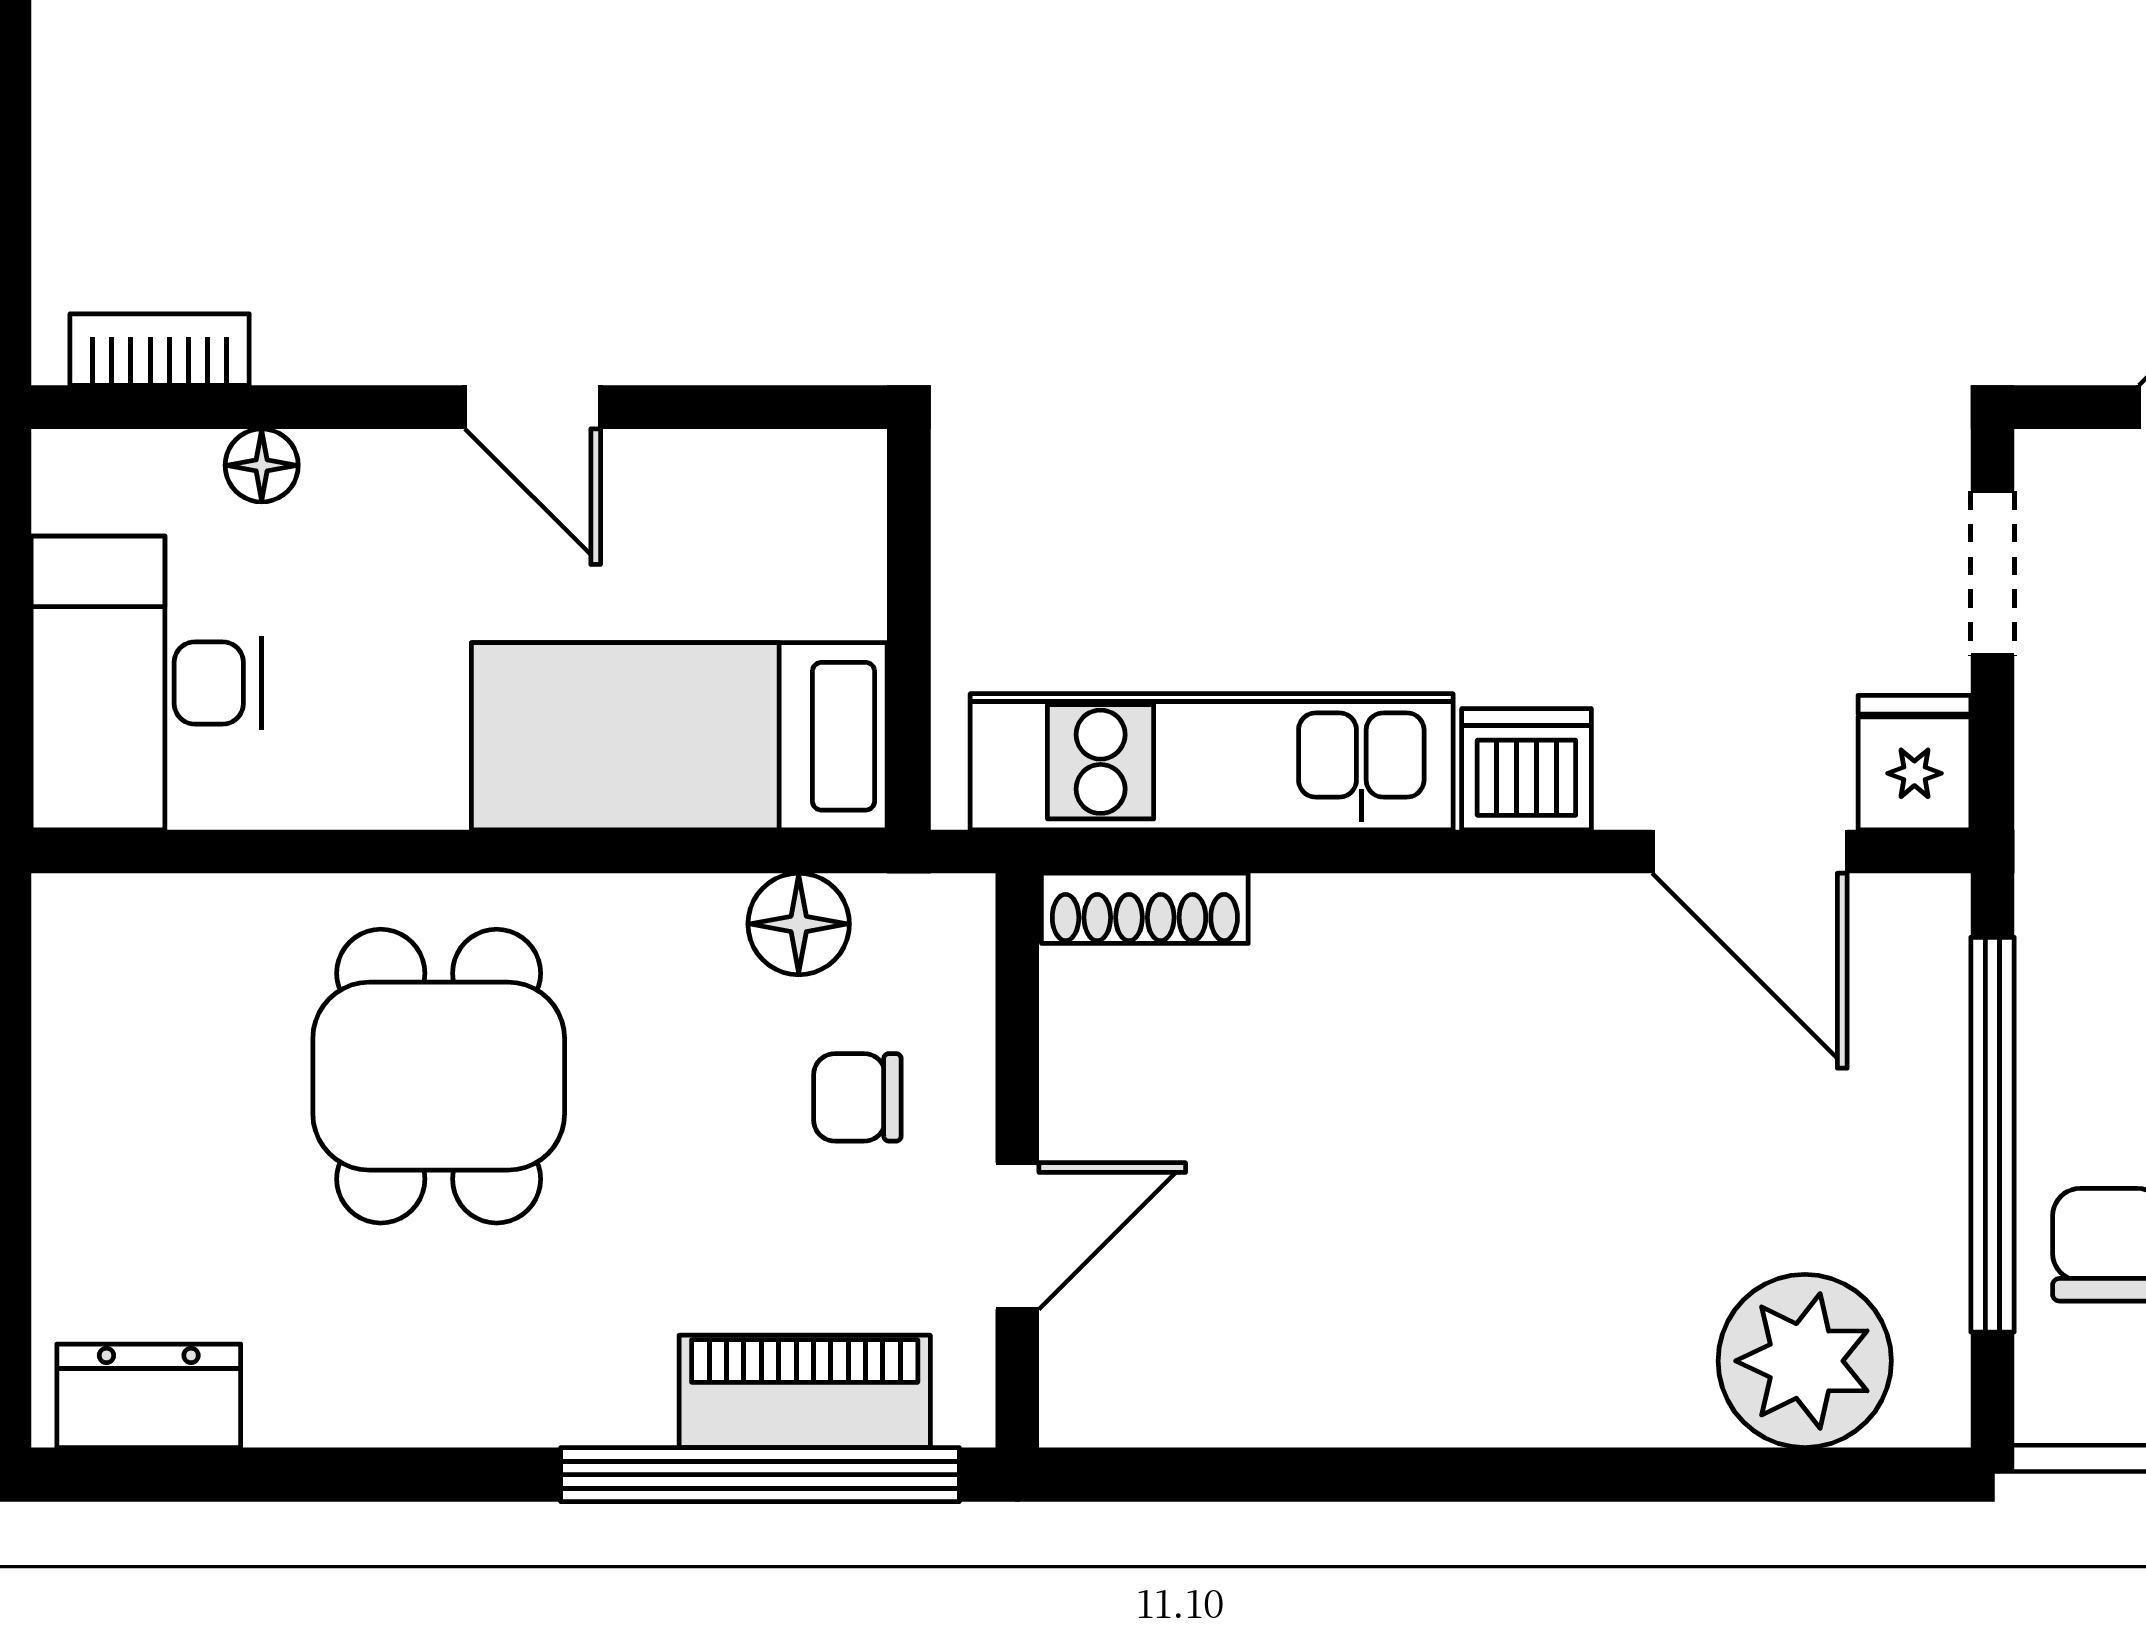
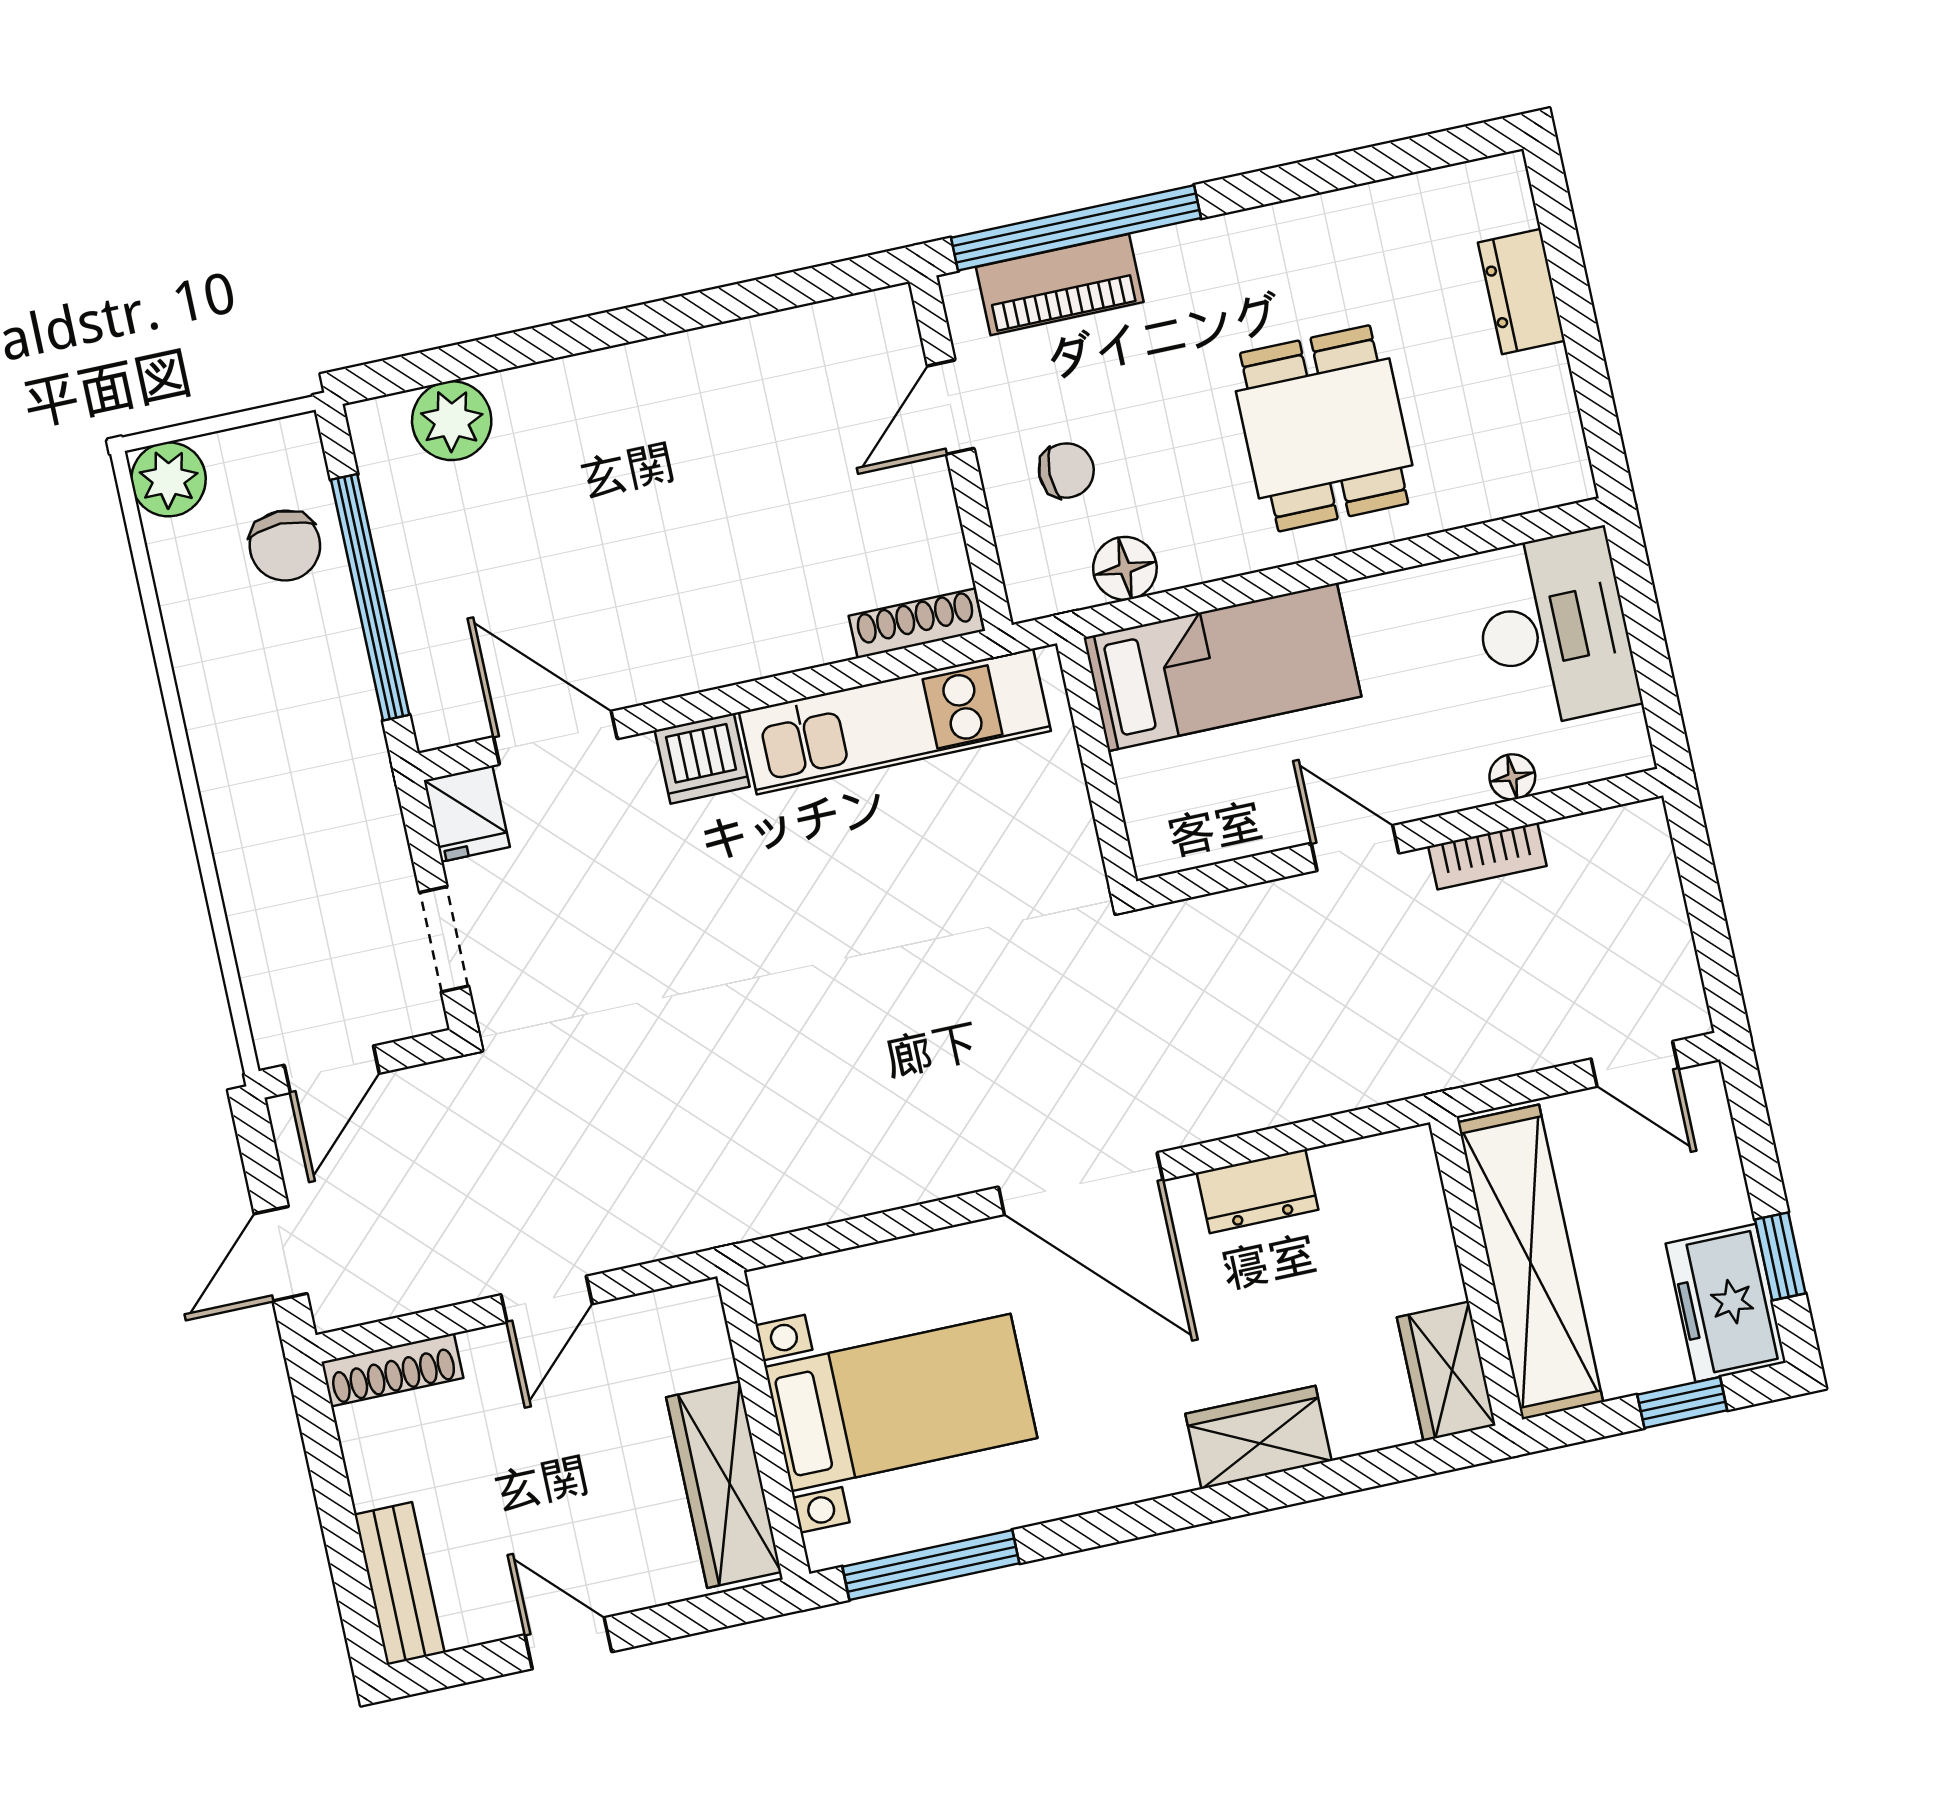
bookcase: (160, 350) -> (1487, 856), moved
plant: (1805, 1361) -> (452, 421), width x0.73, depth x0.73
dresser: (149, 1396) -> (1521, 292), moved, turned 90

